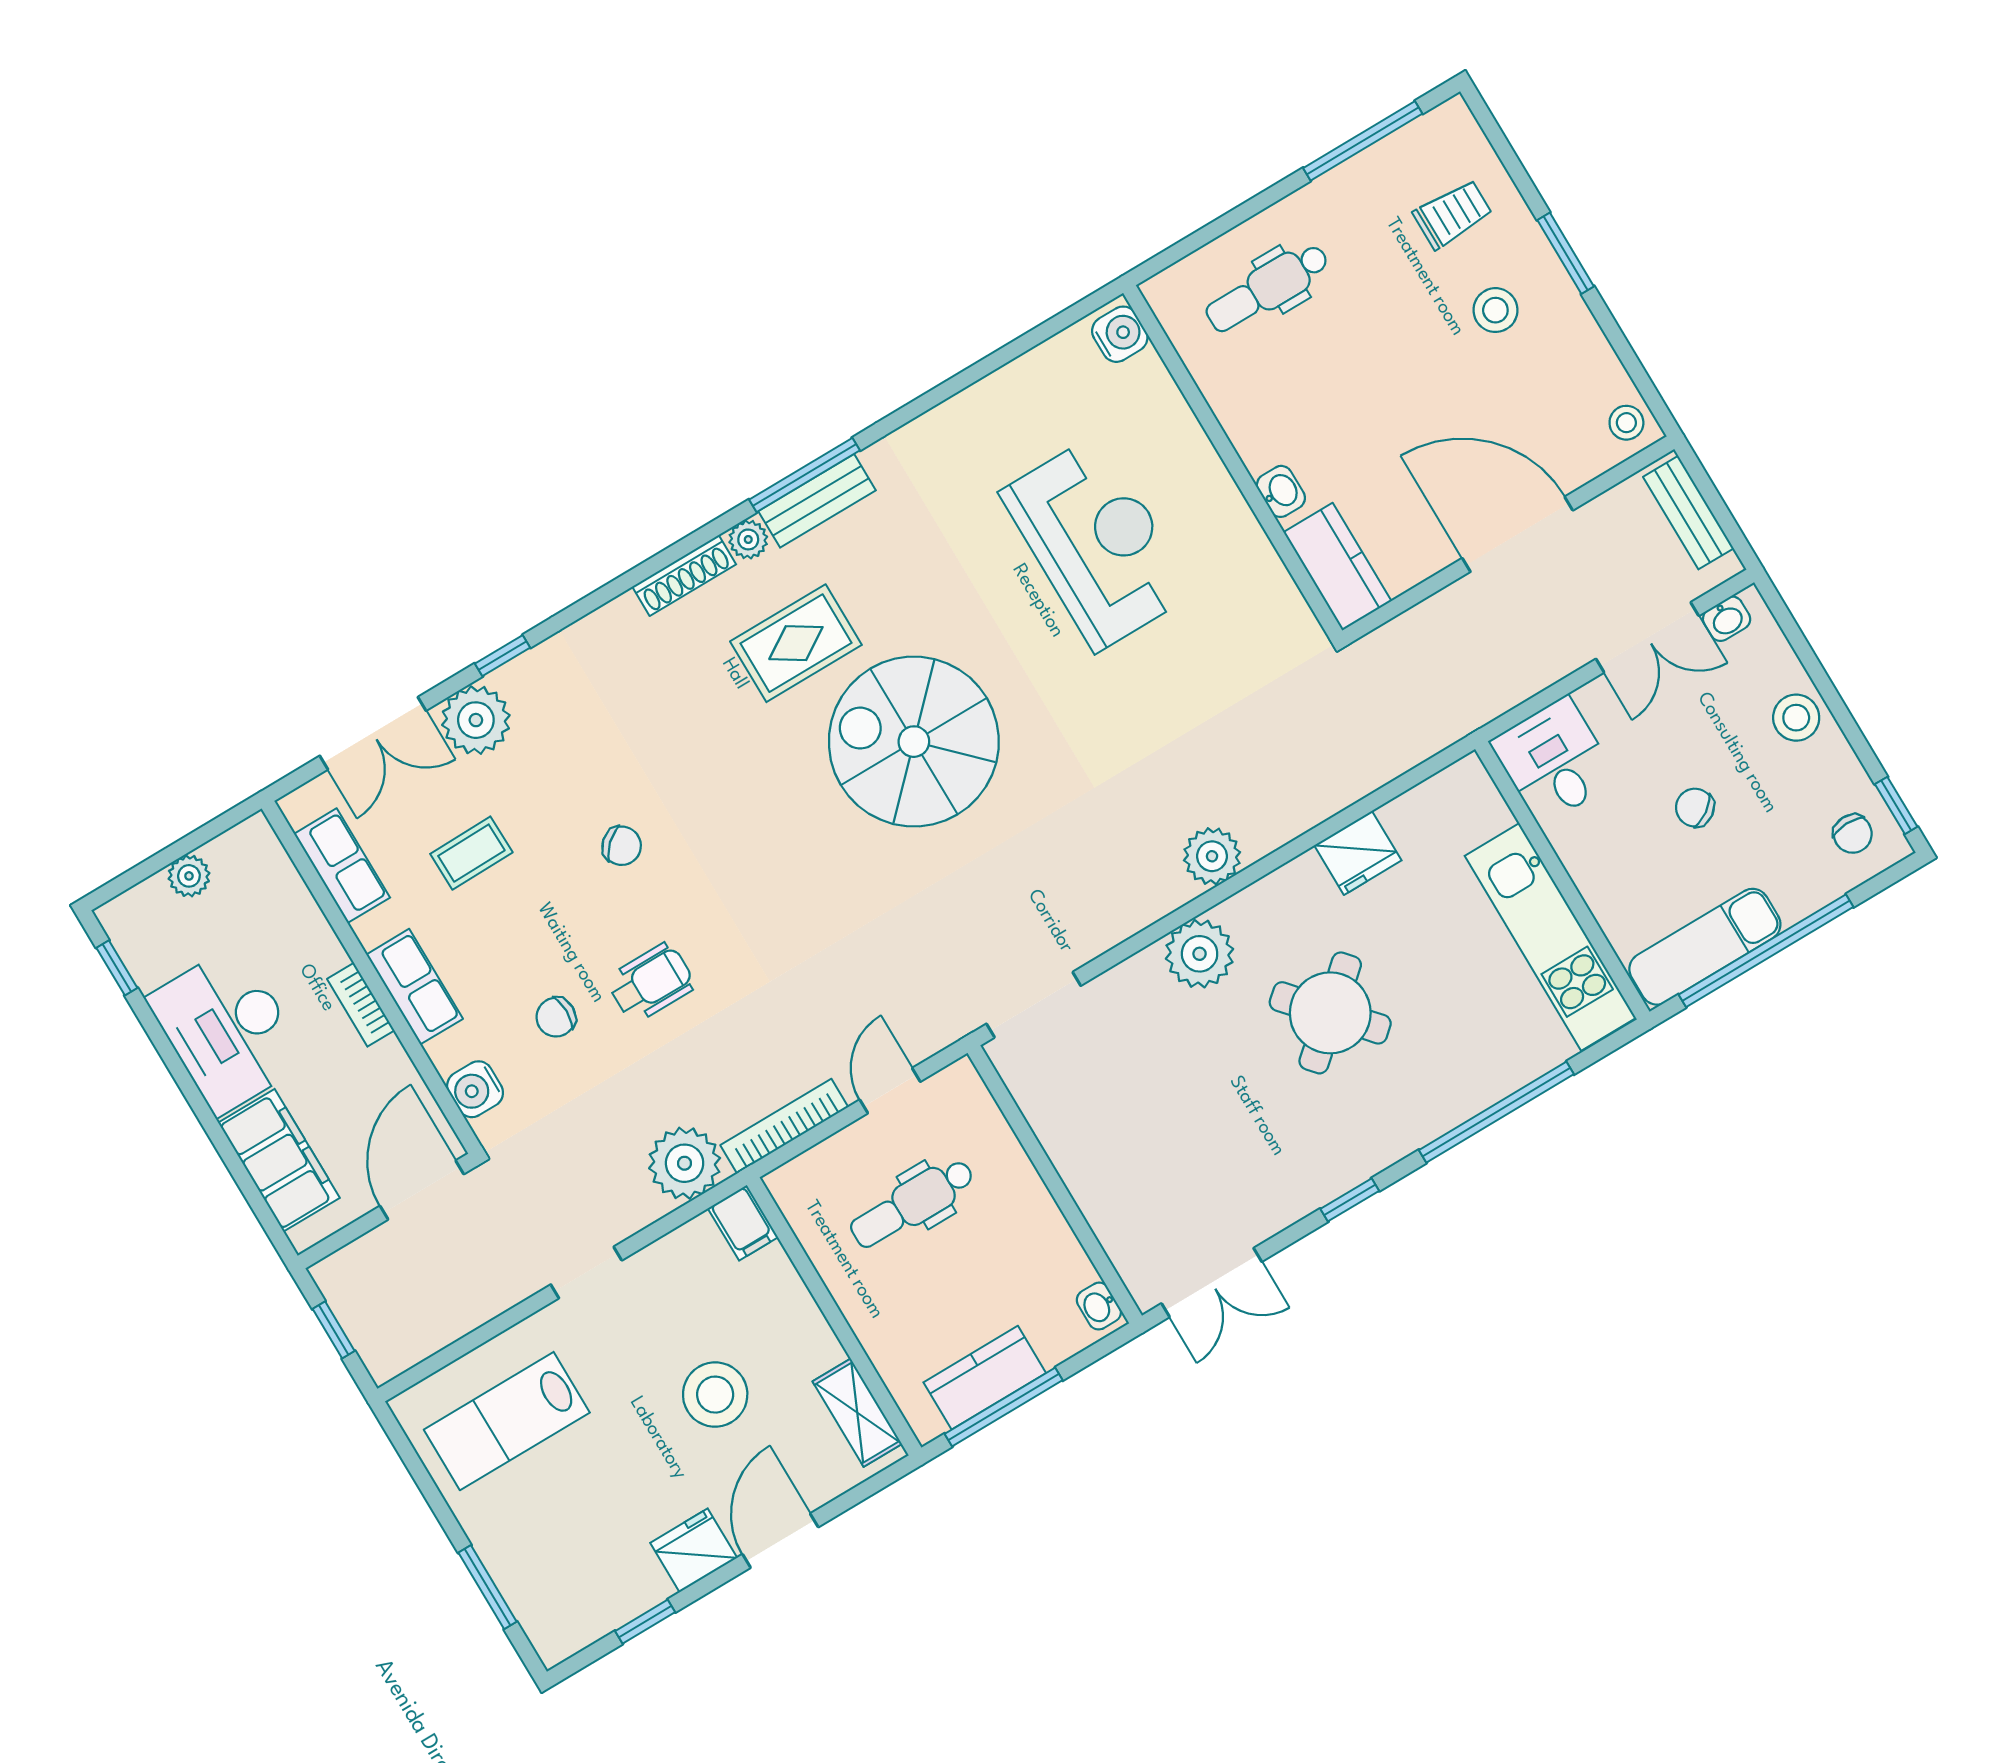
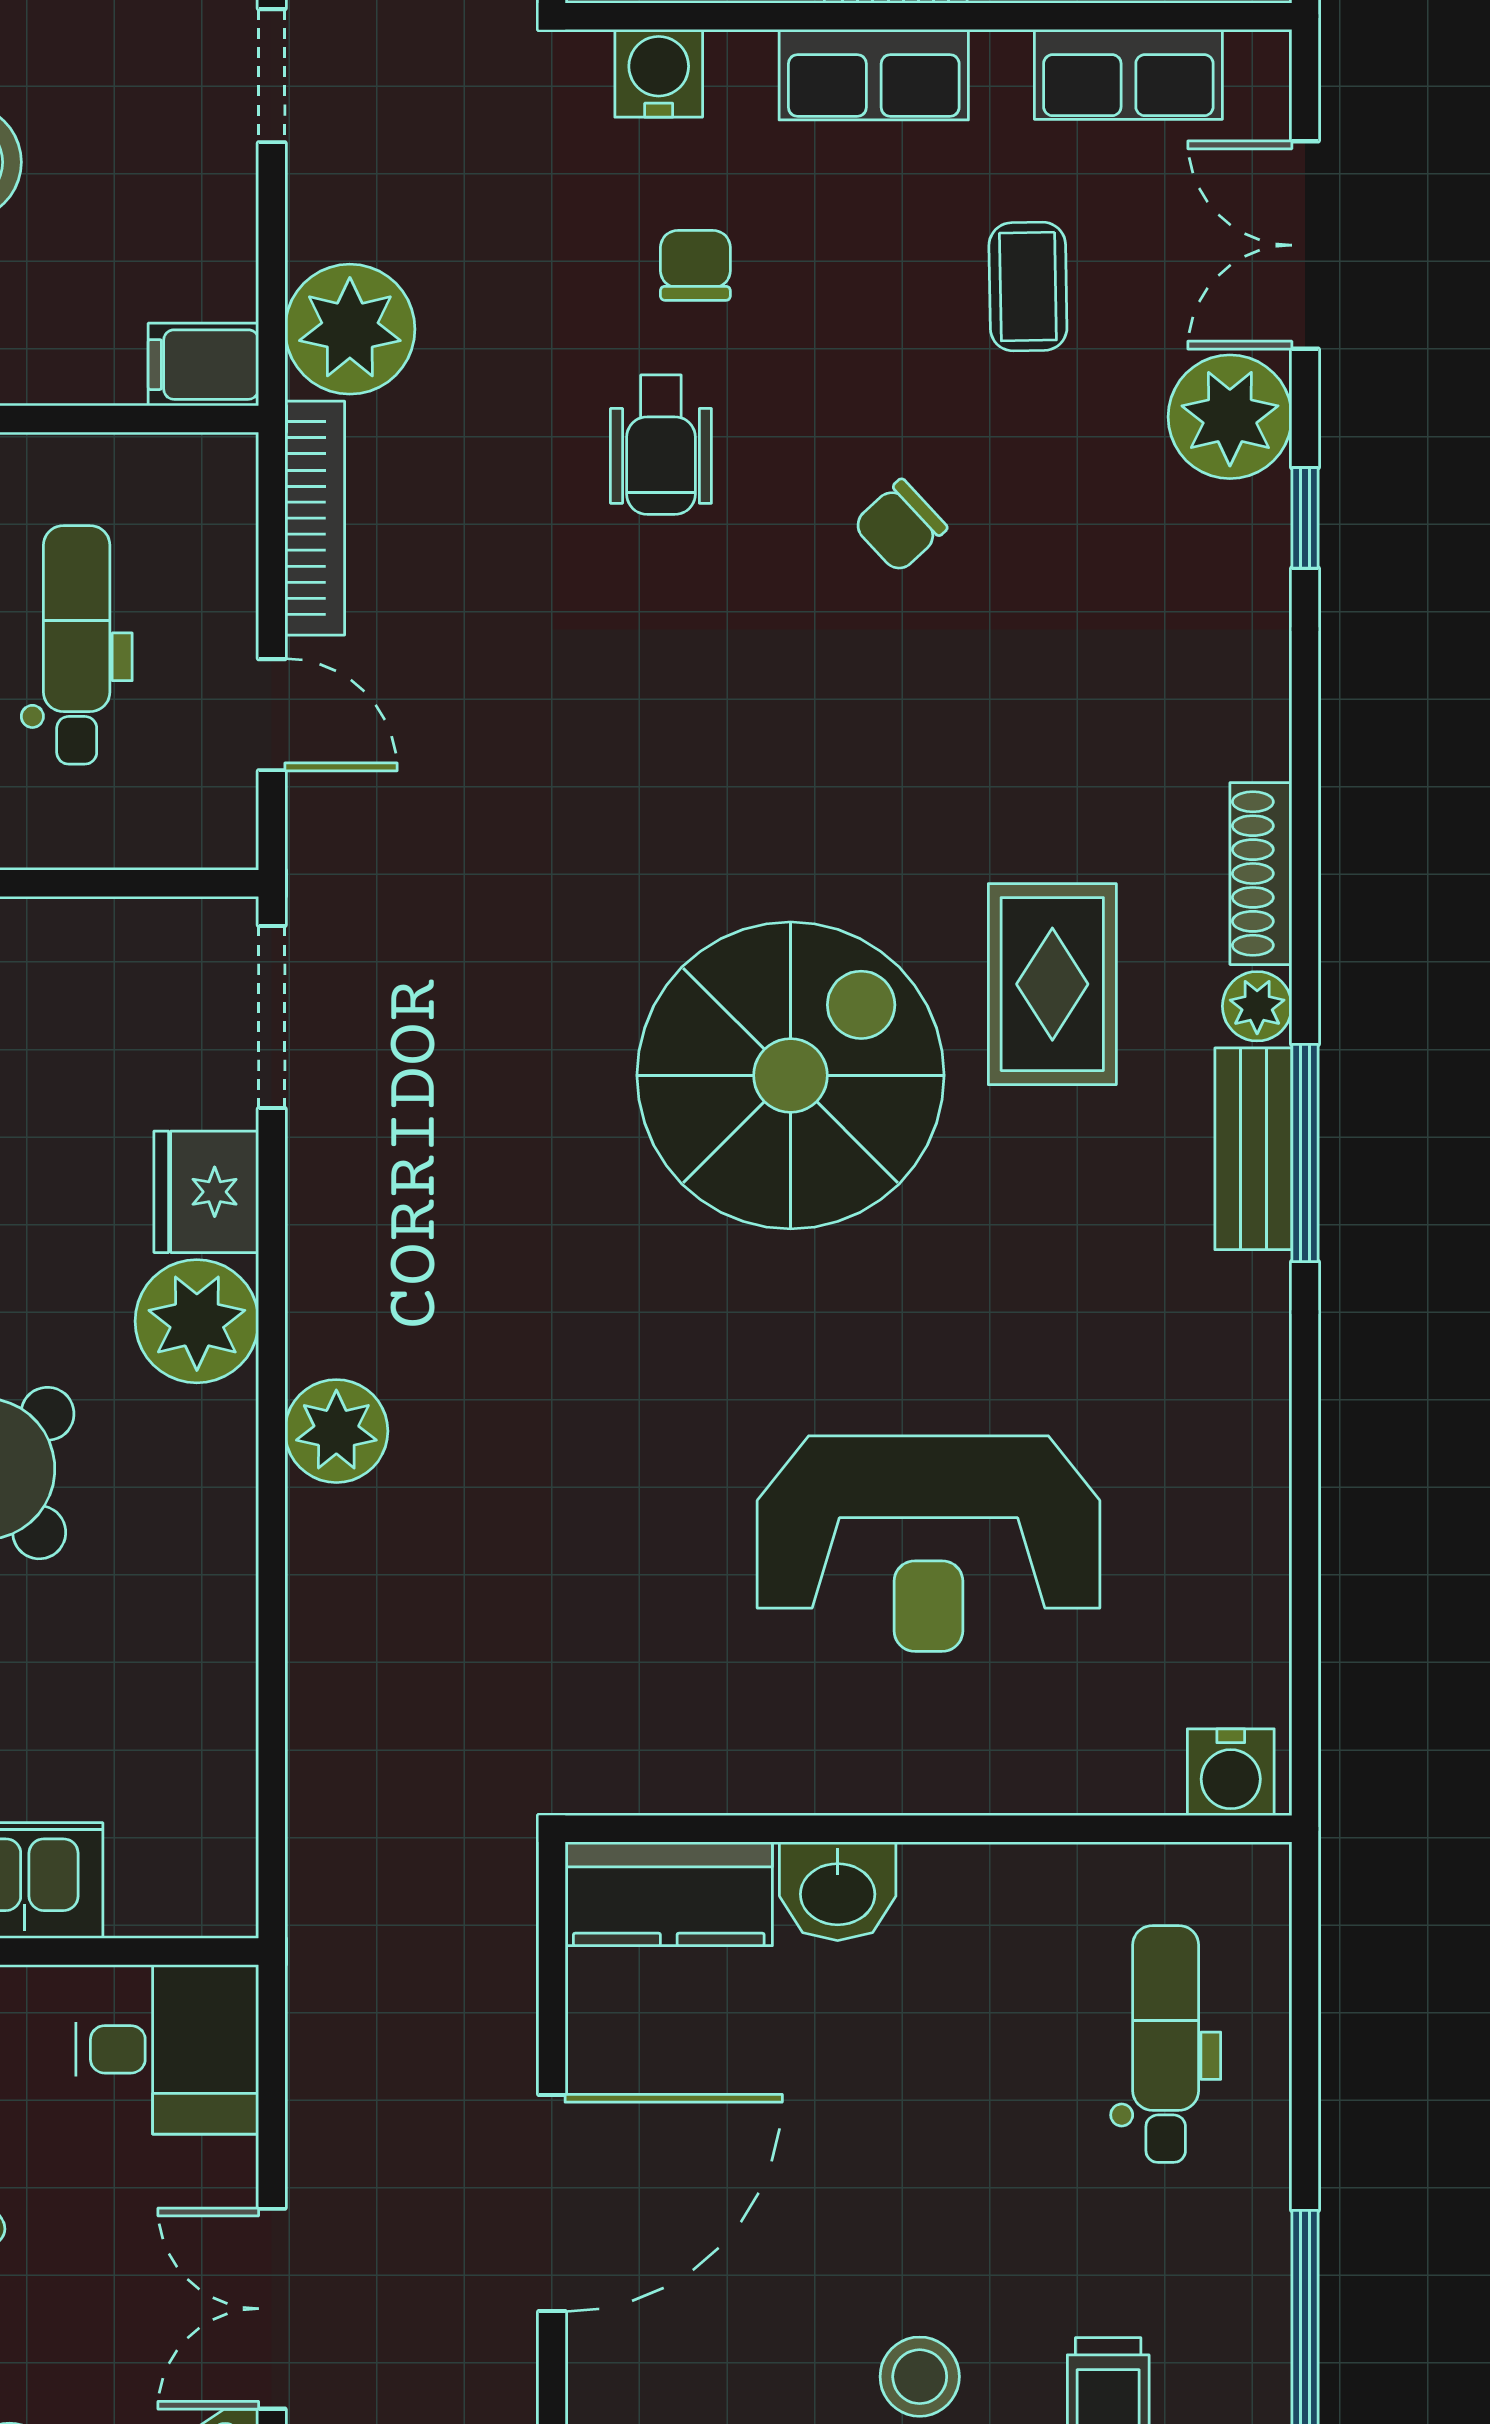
washbasin: (1281, 491) -> (838, 1891), width x1.38, depth x1.45
fridge: (1358, 853) -> (206, 1192), moved

